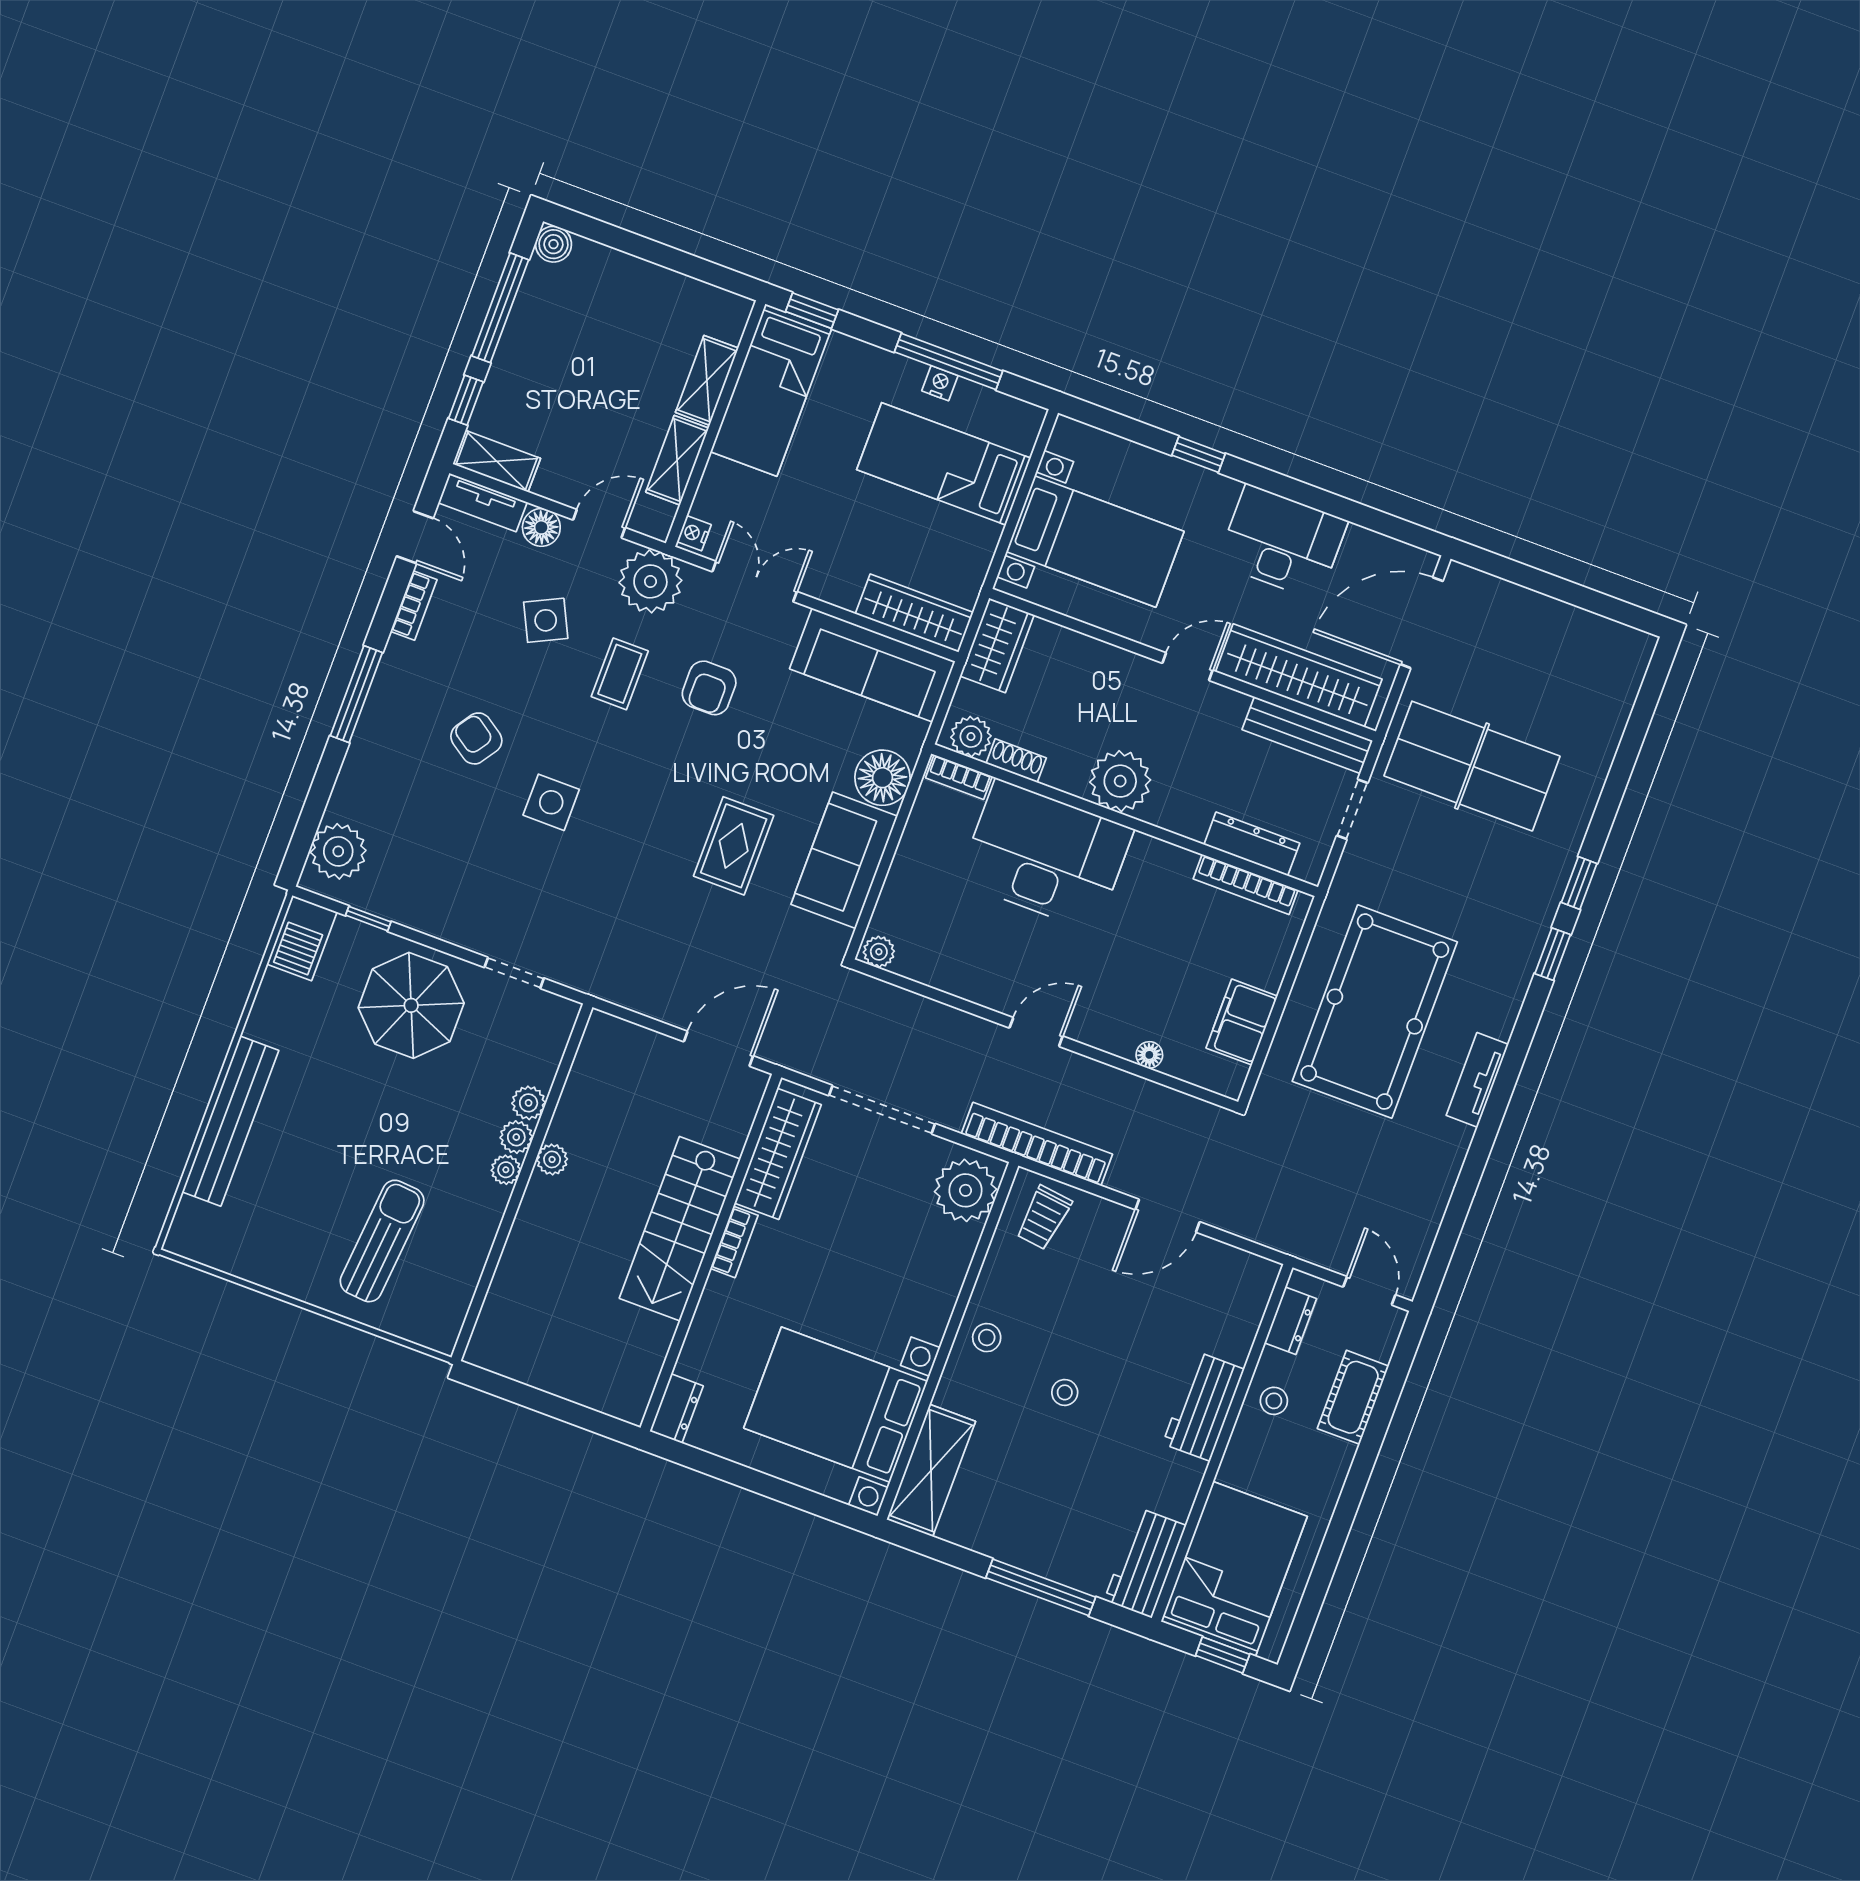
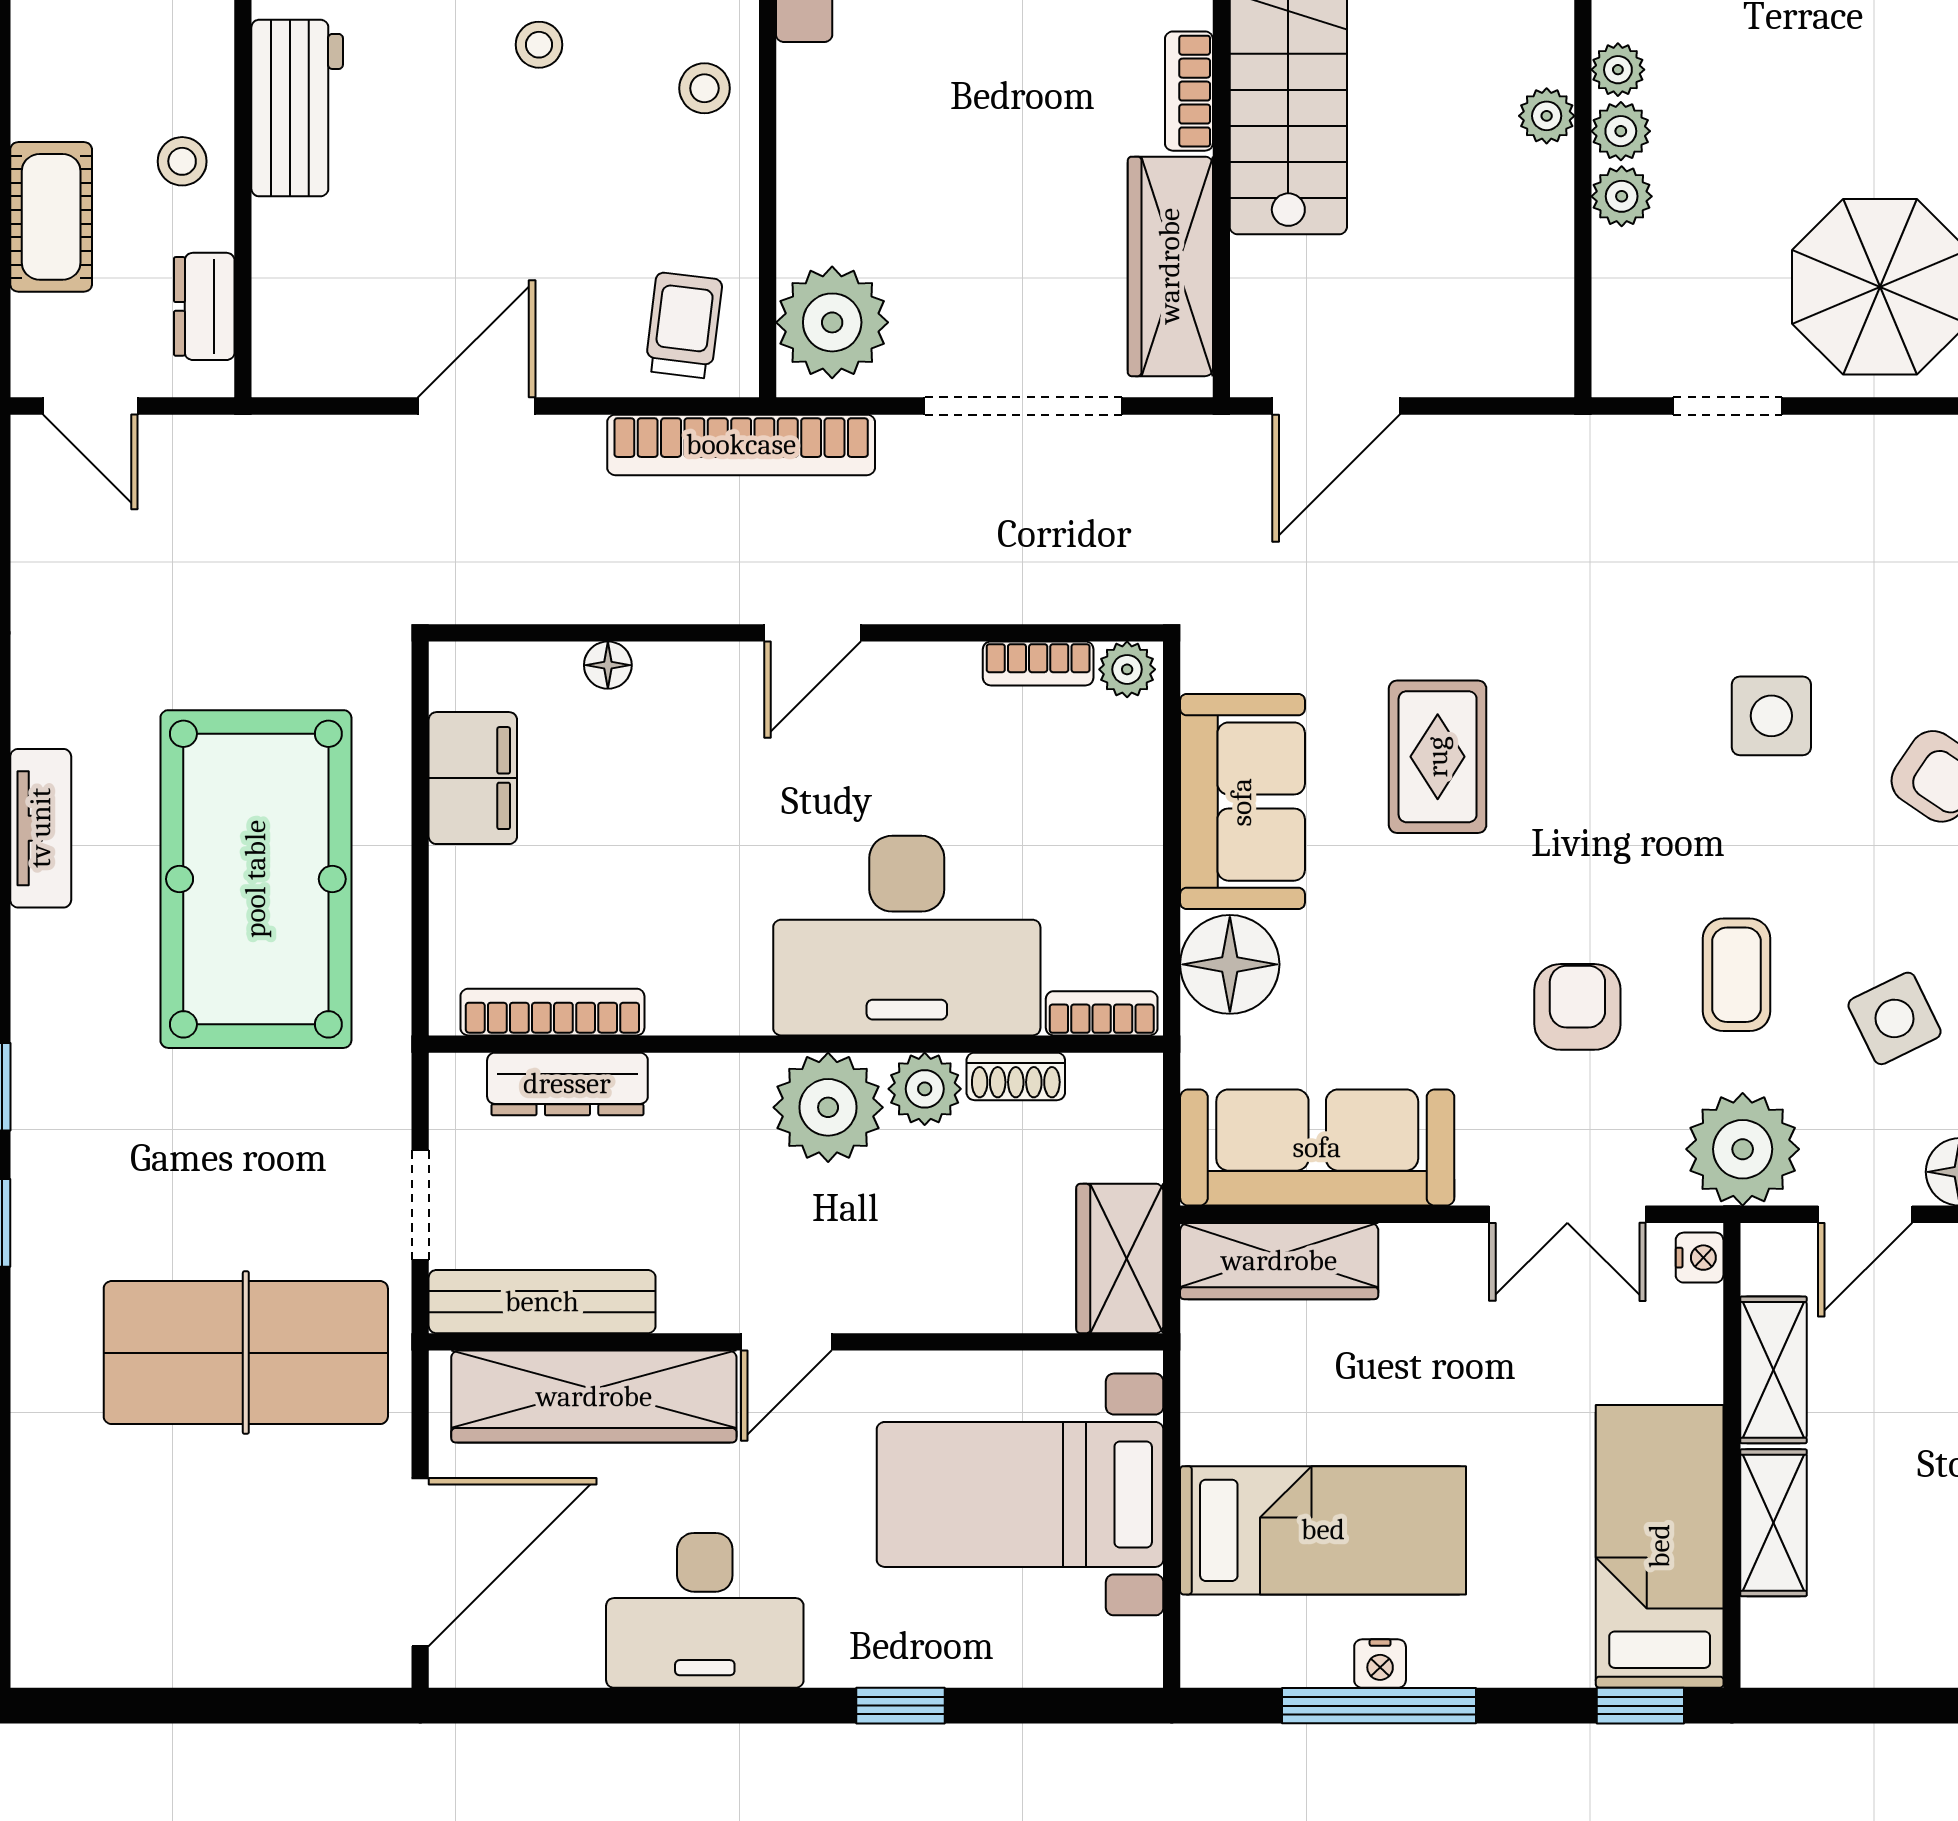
plant: (971, 737) -> (925, 1089), moved
bookcase: (924, 972) -> (1038, 663), added

